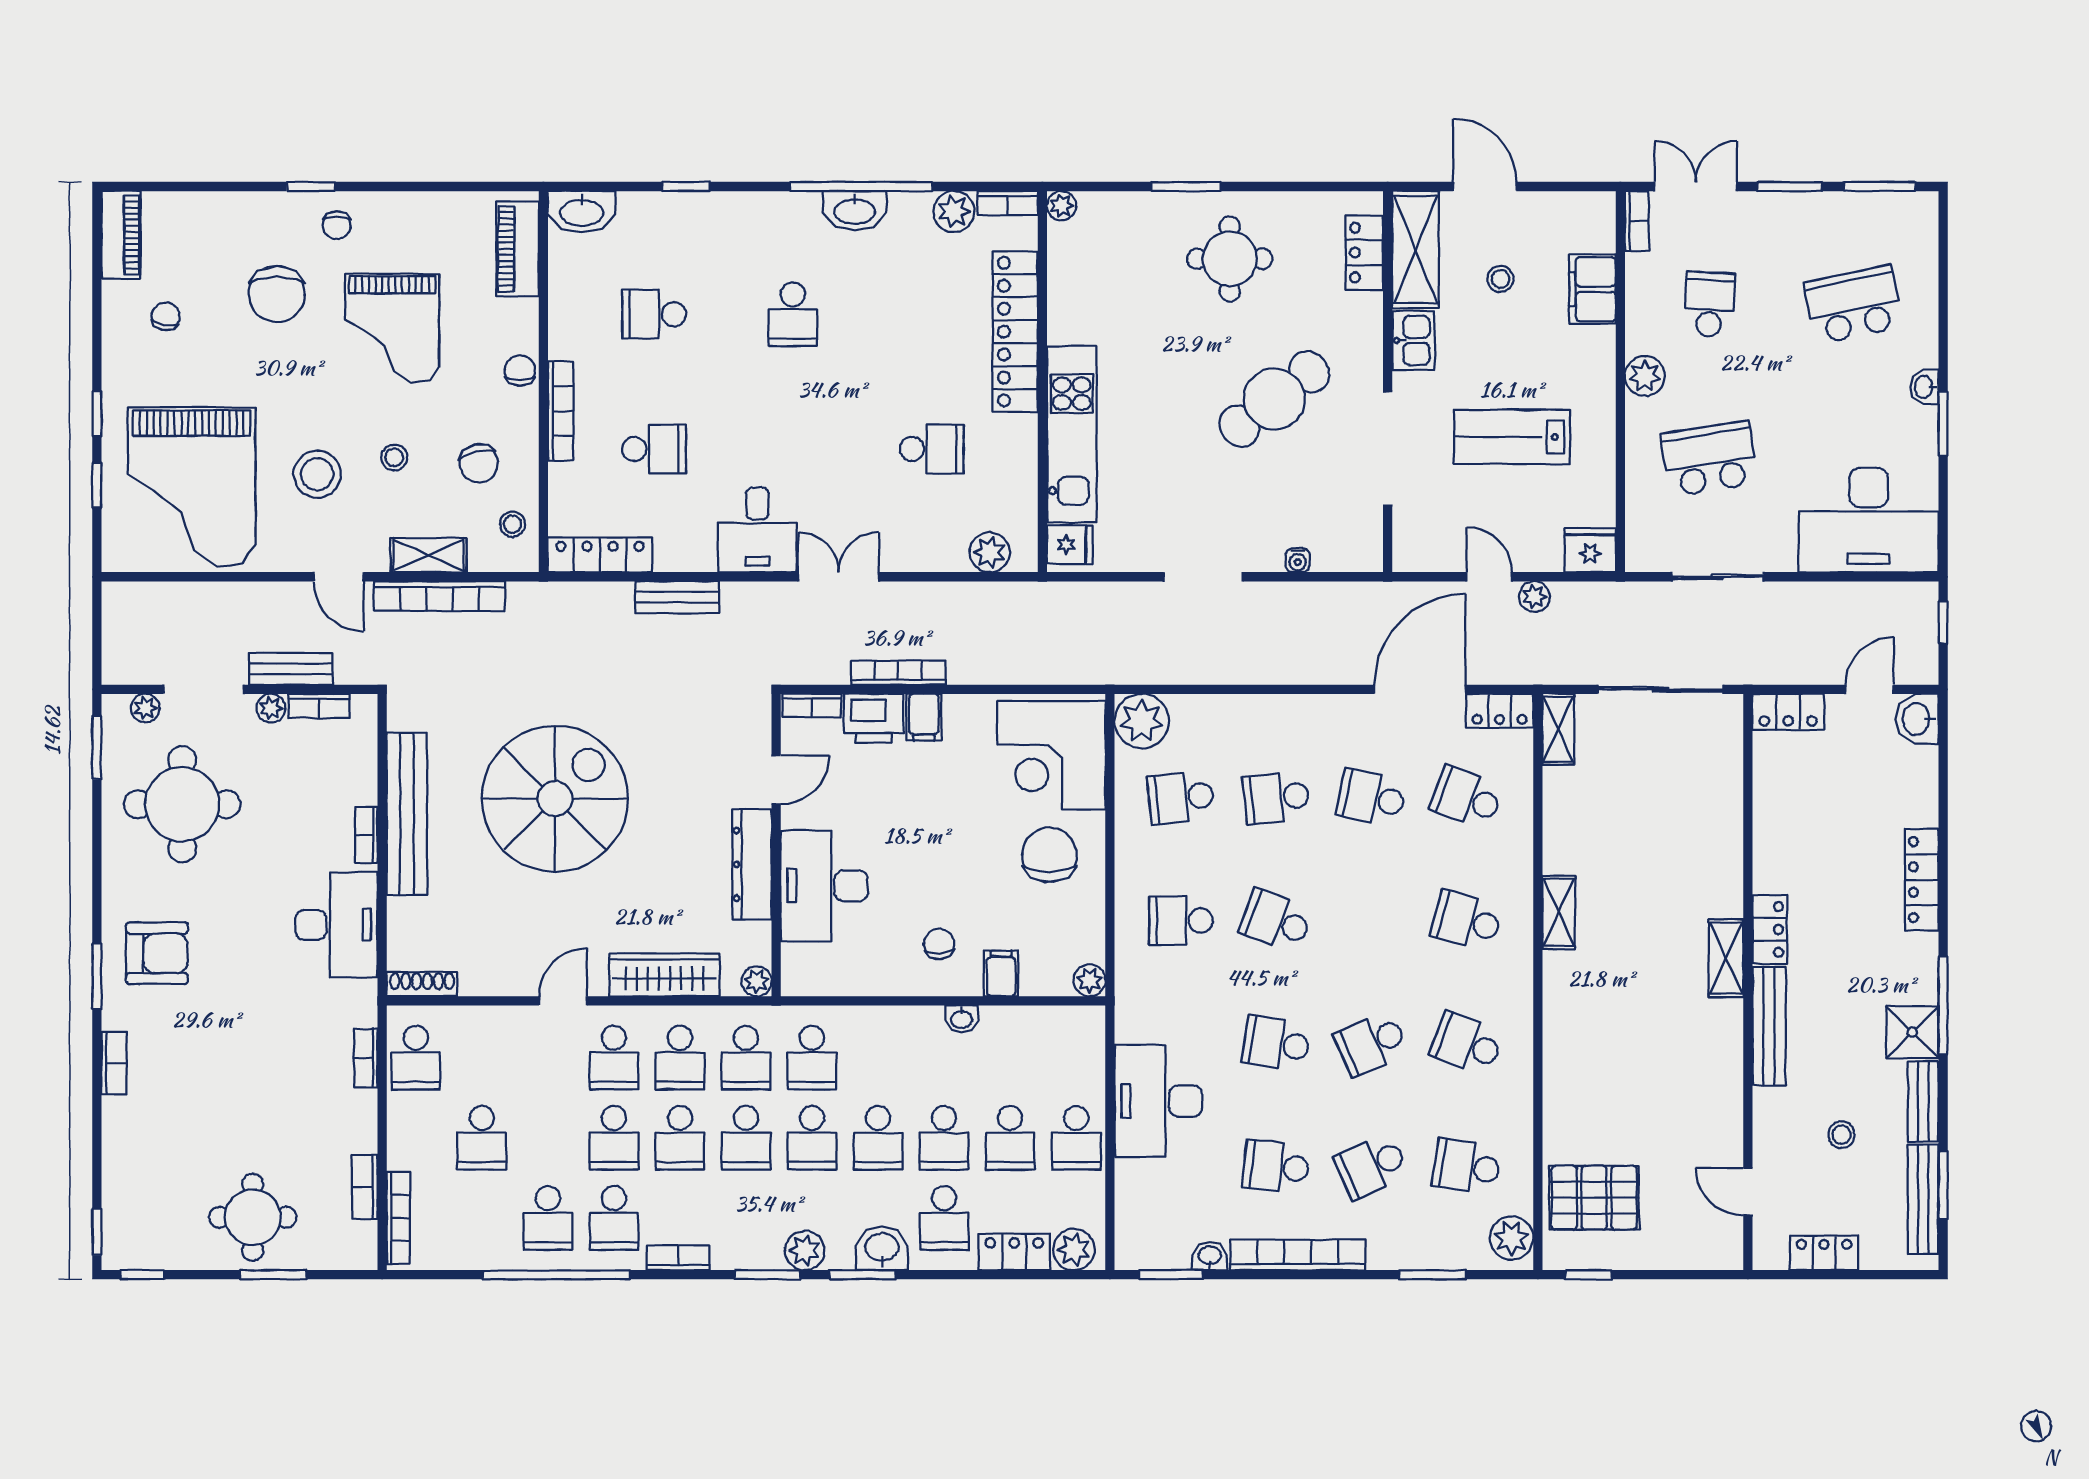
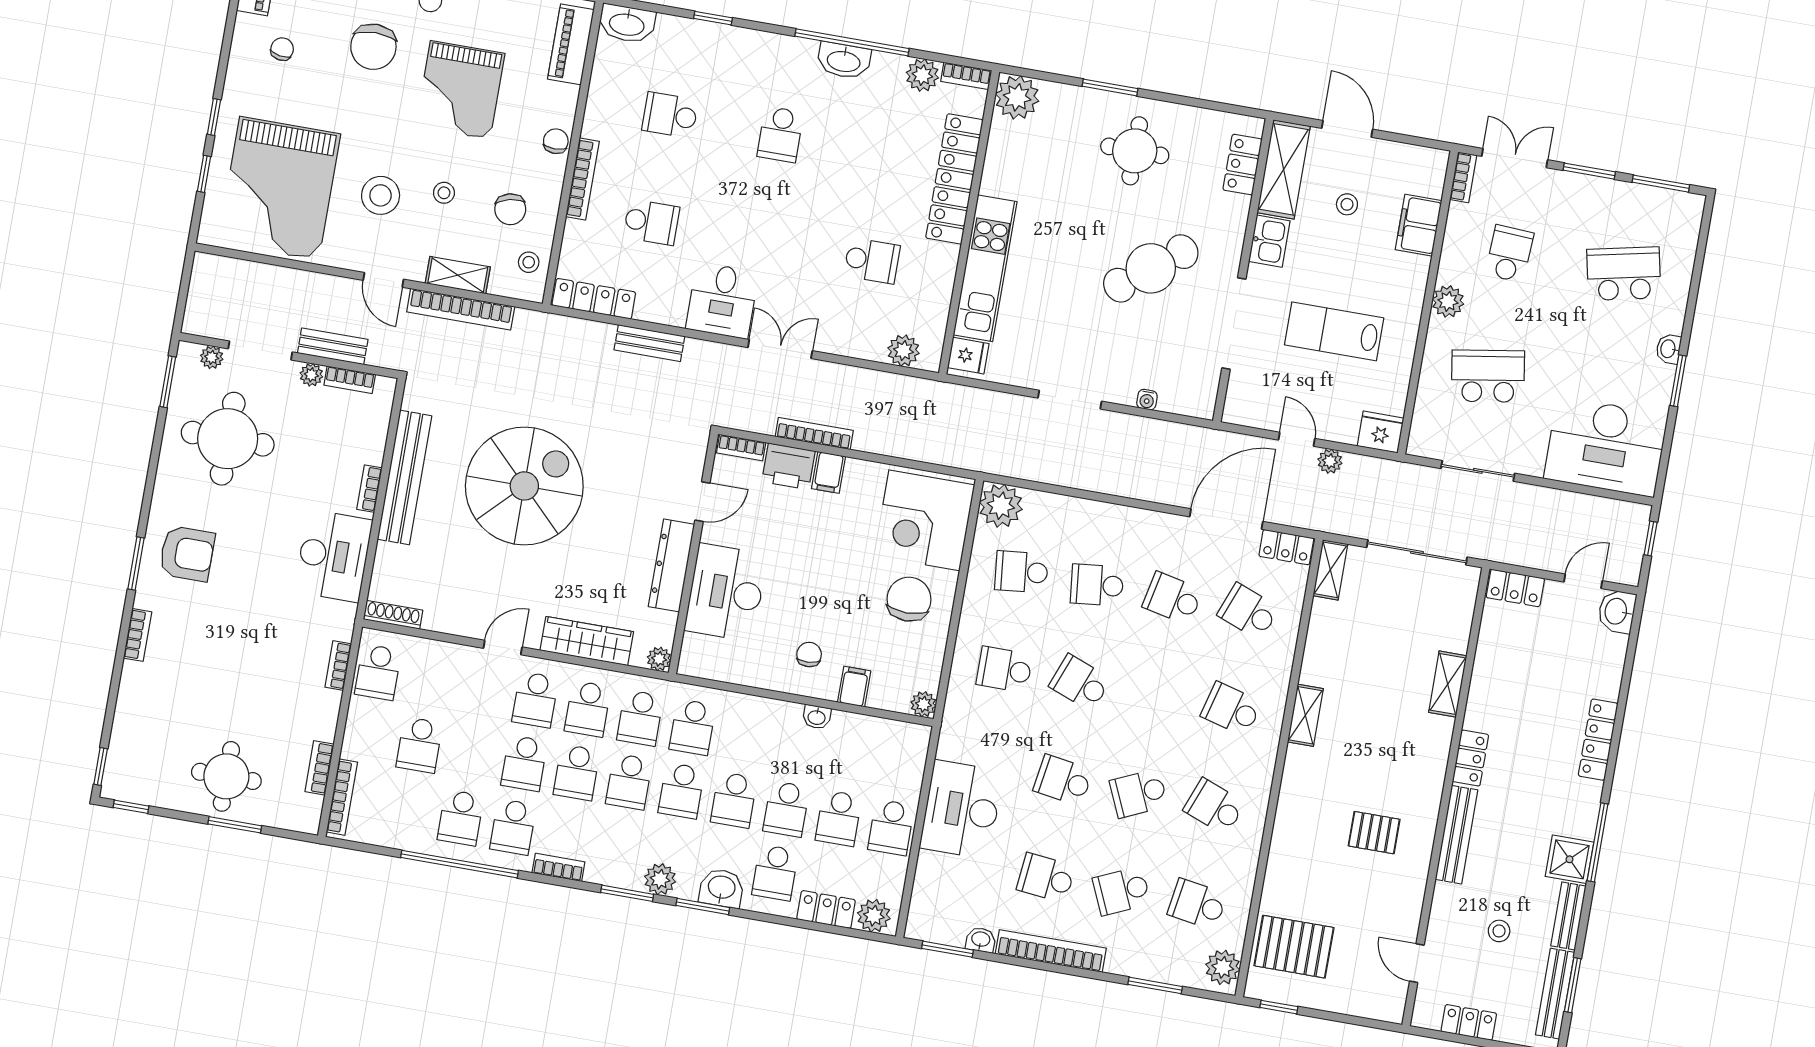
plant: (1062, 206) -> (1017, 97), width x1.88, depth x1.88
shelving: (1726, 958) -> (1448, 684), moved
pallet: (1668, 1041) -> (1374, 833), added

